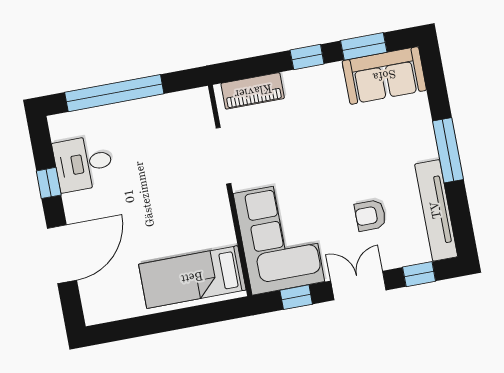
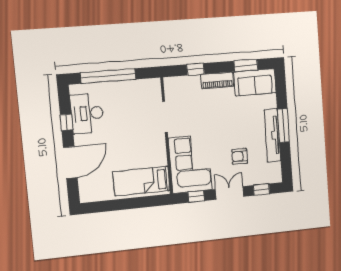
window: (307, 57) -> (196, 69), moved
piano: (253, 91) -> (217, 80), moved
desk: (83, 163) -> (87, 113), width x1.37
tv unit: (436, 210) -> (272, 135), moved

